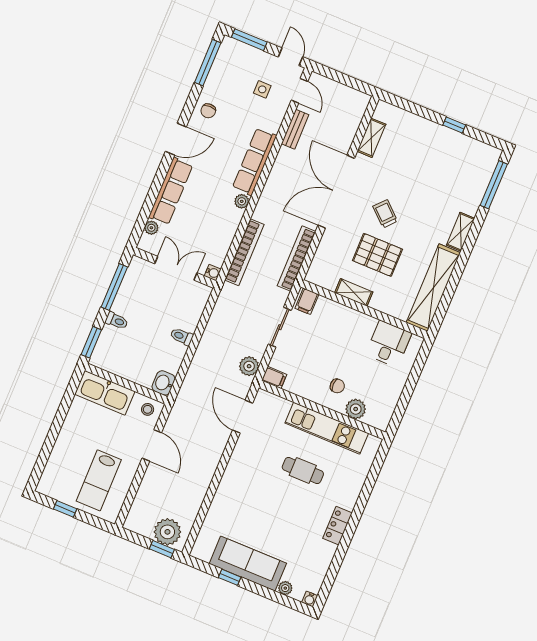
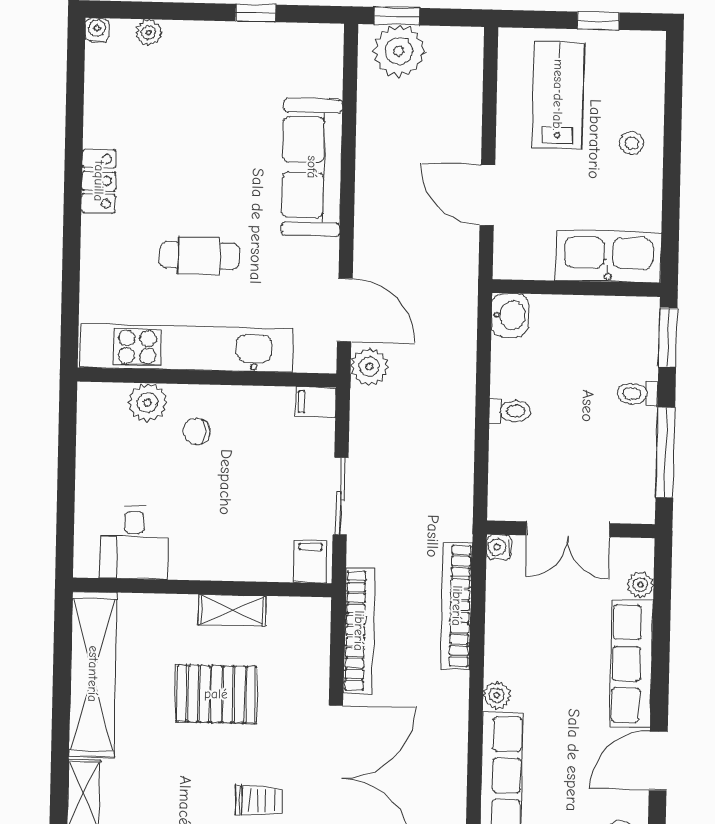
trolley: (385, 214) -> (259, 801), moved, turned -42
plant: (249, 366) -> (369, 367), moved
stool: (148, 409) -> (632, 143), moved
kitchen unit: (327, 428) -> (186, 348), width x1.36
sofa: (248, 564) -> (312, 167), moved, turned 90

